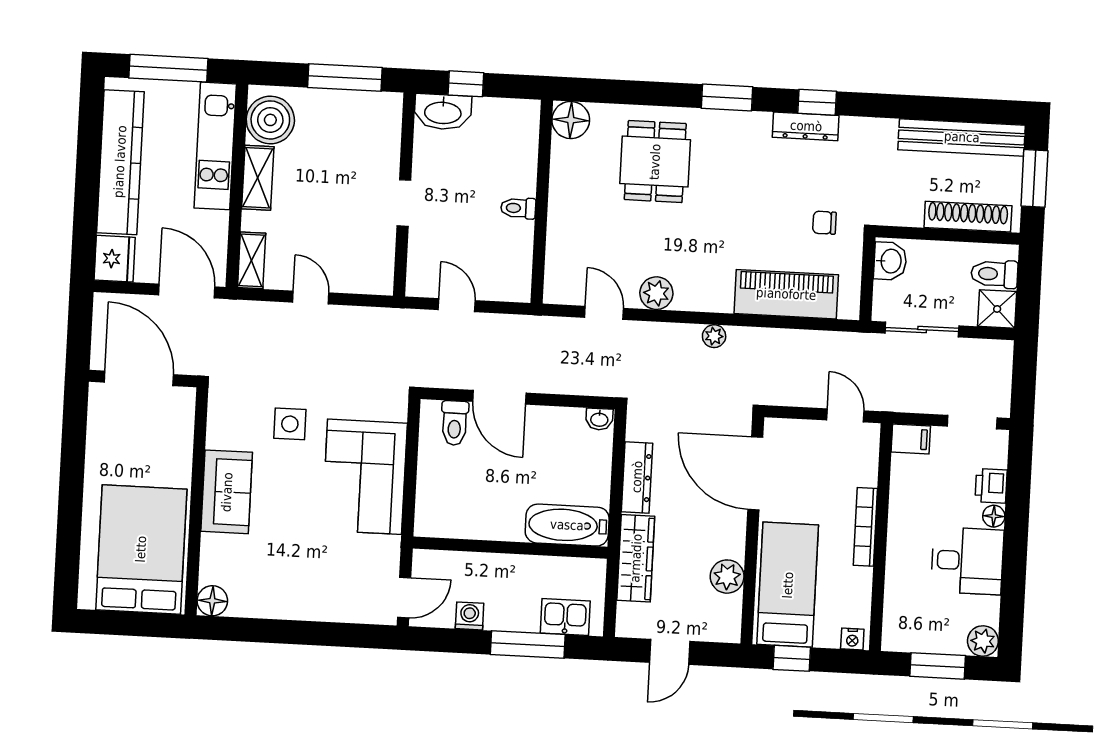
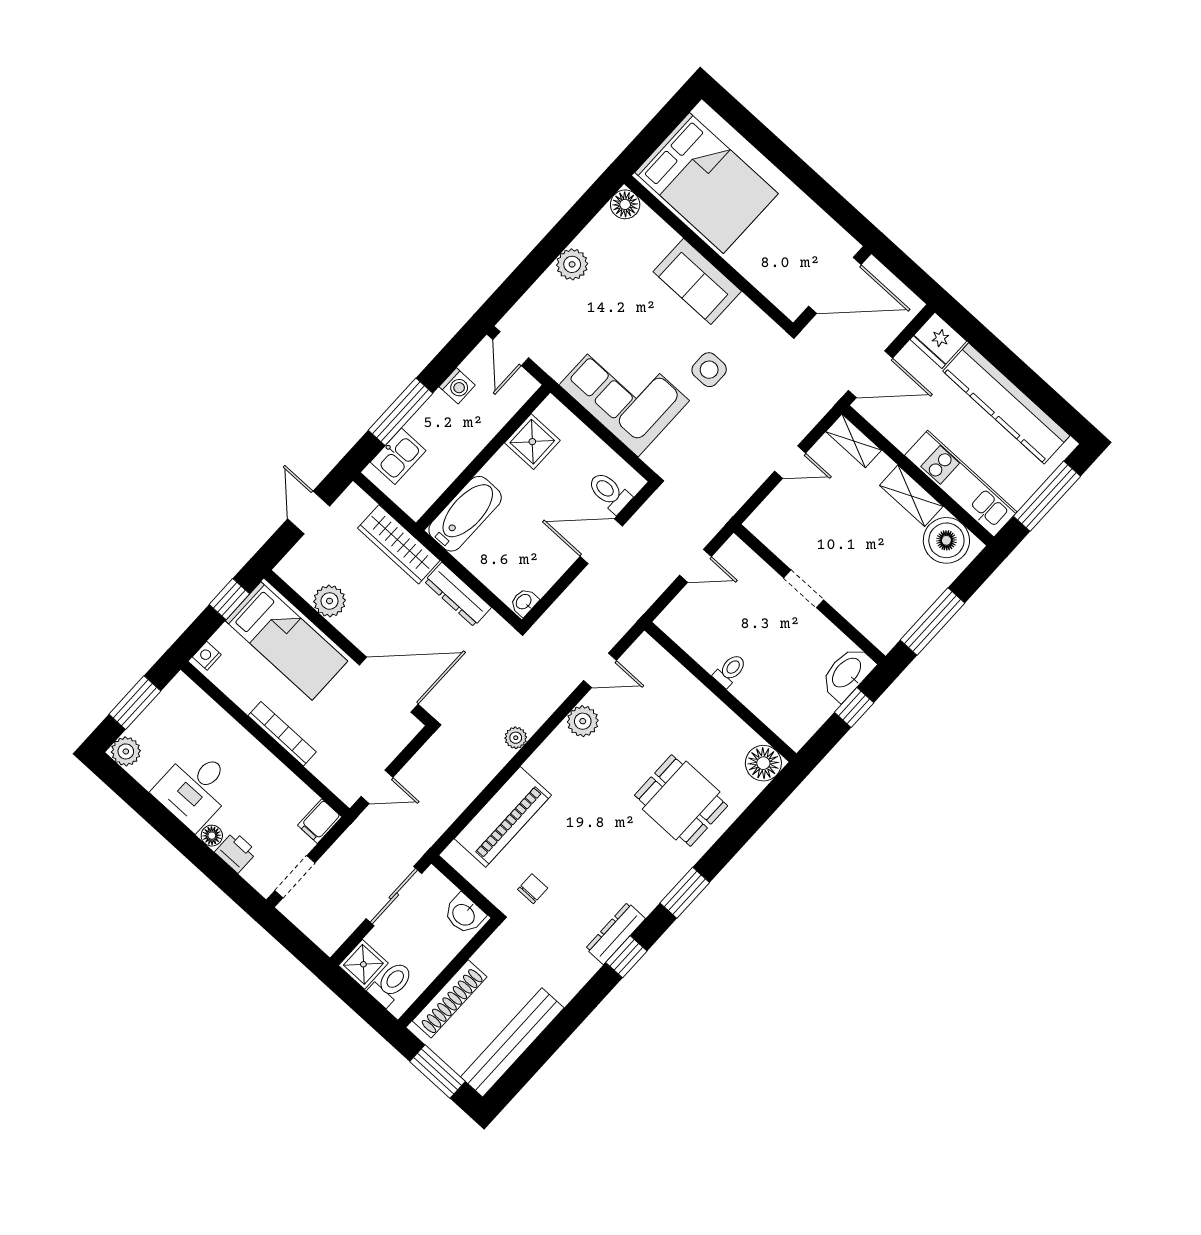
shower: (465, 519) -> (532, 442), added
plant: (296, 604) -> (572, 264), added

